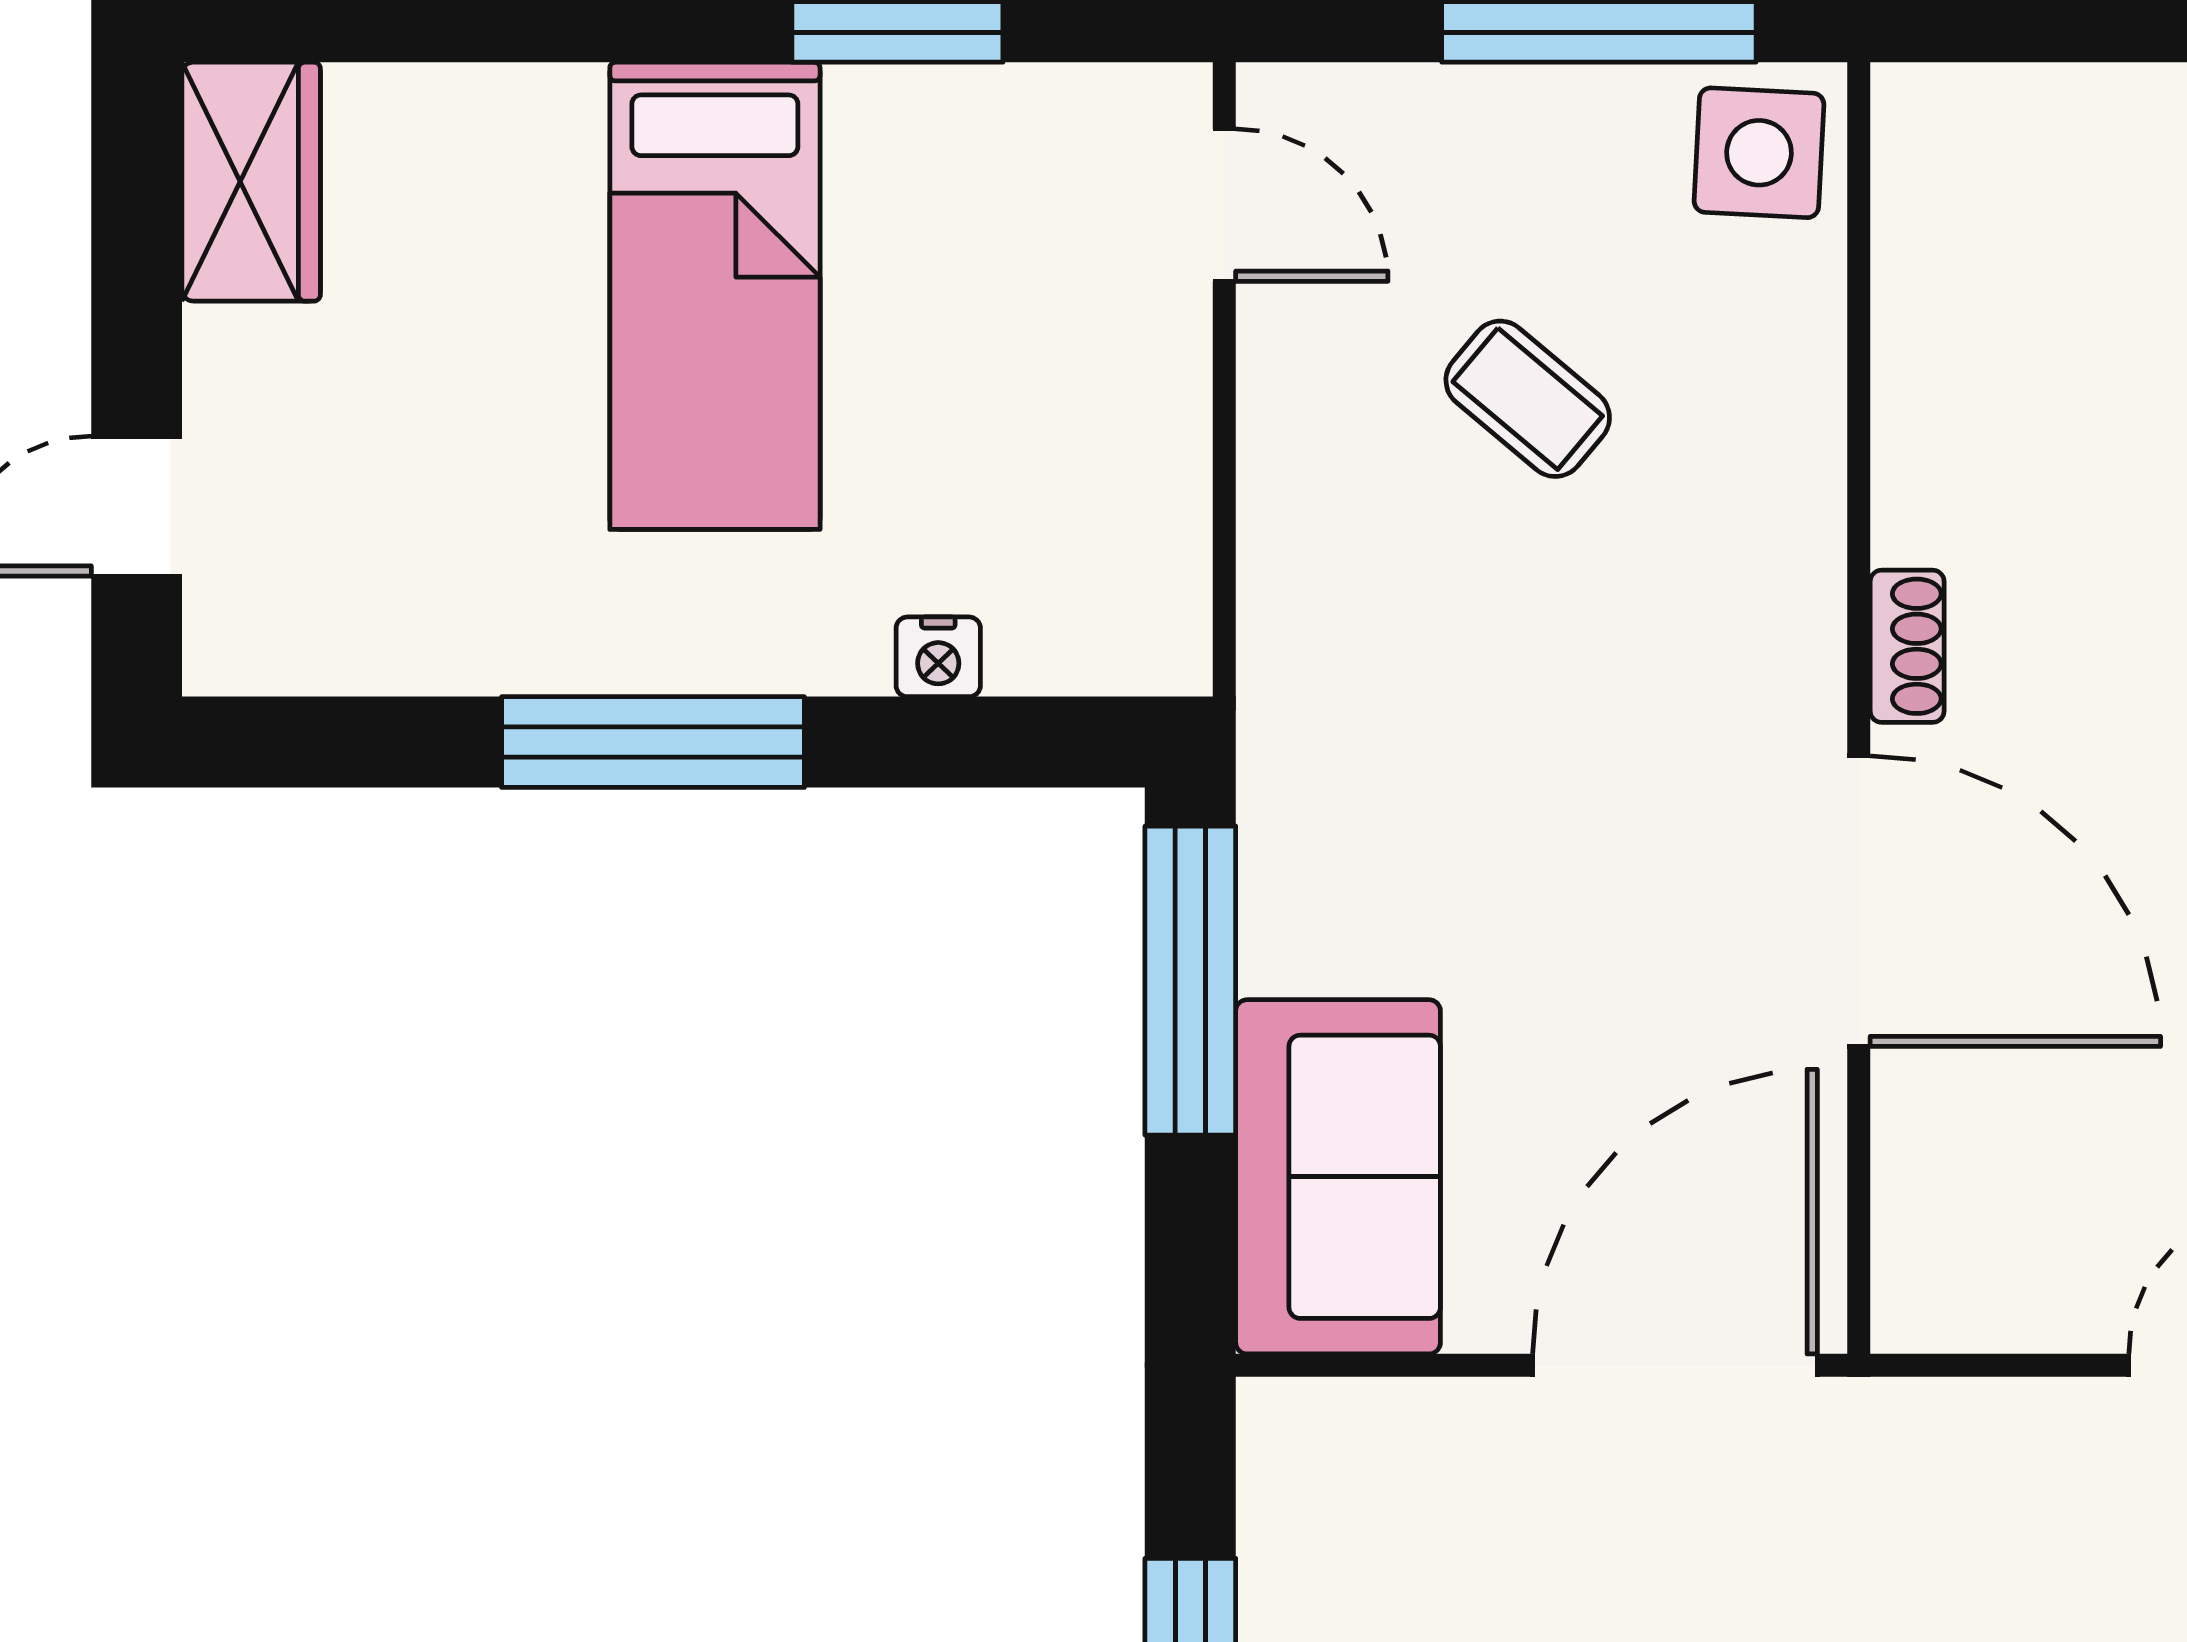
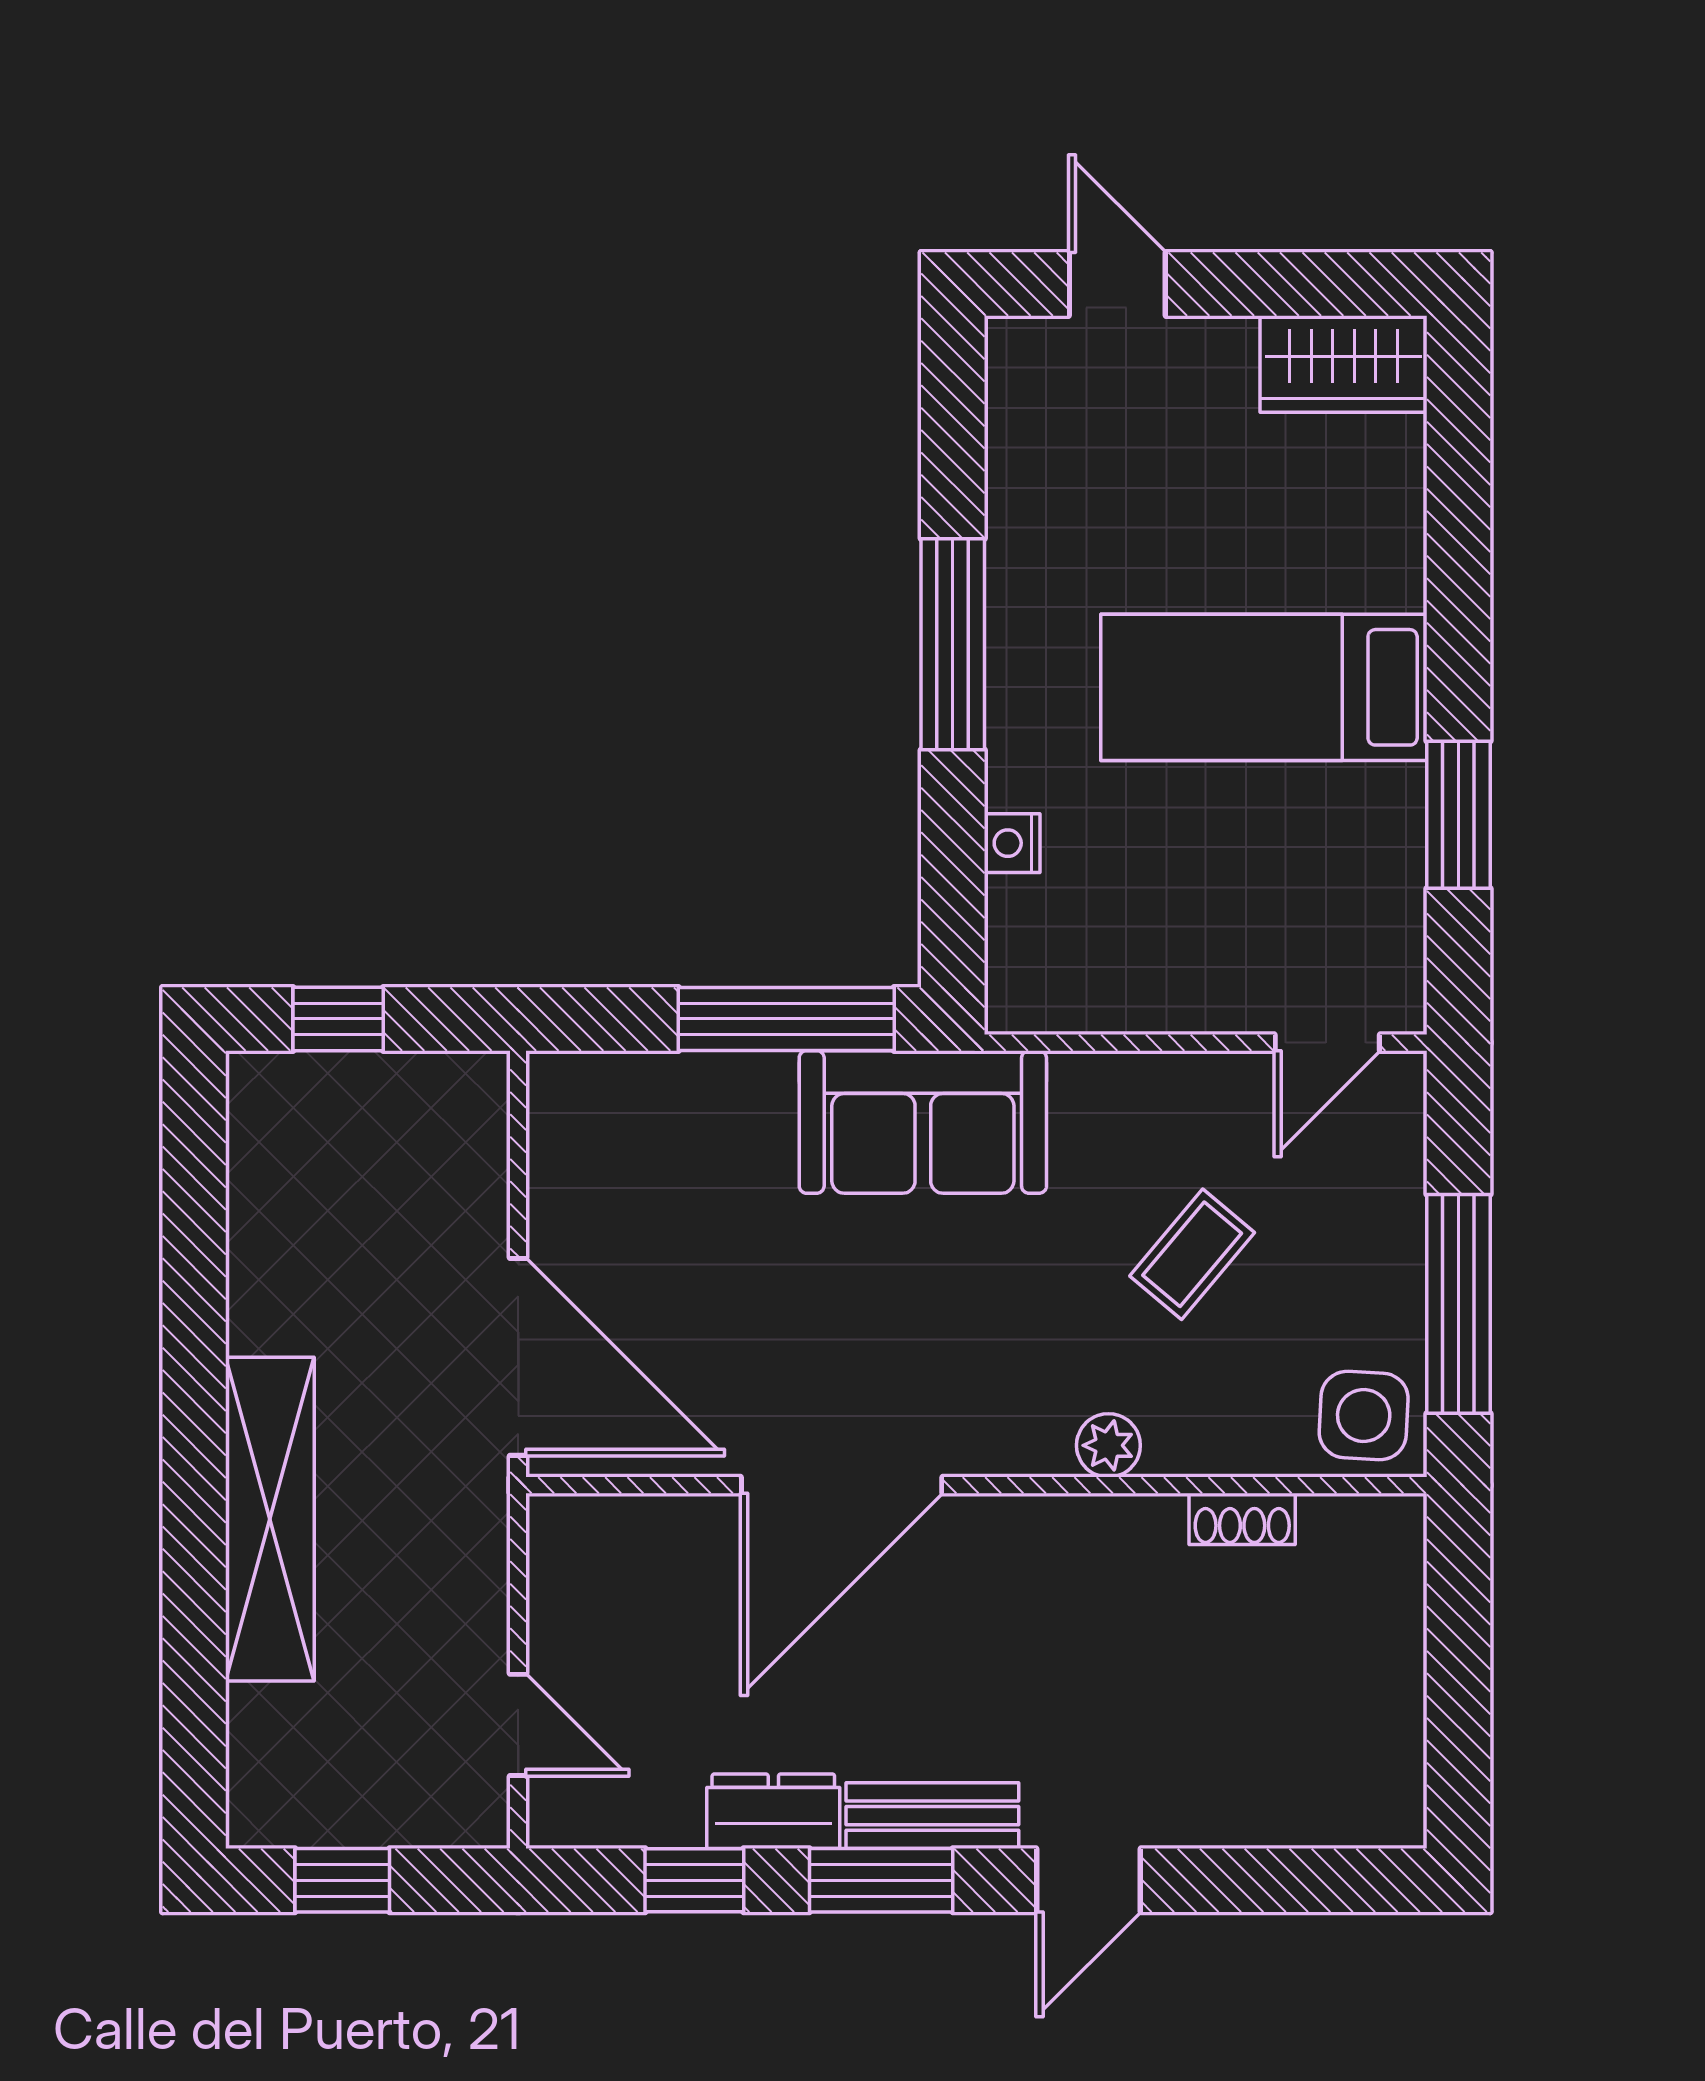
plant: (1802, 519) -> (1108, 1445), added
shoe rack: (1907, 646) -> (1242, 1519), moved
sofa: (1338, 1177) -> (923, 1122), moved

